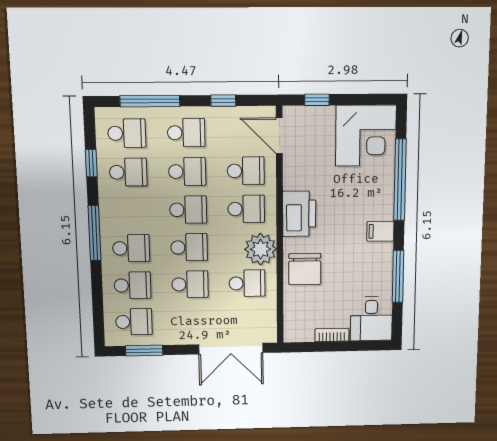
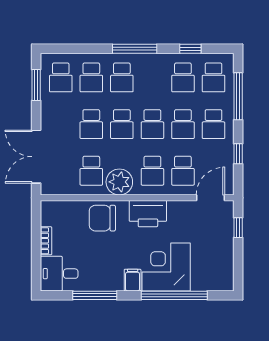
corner desk: (366, 136) -> (166, 267), moved, turned 90

